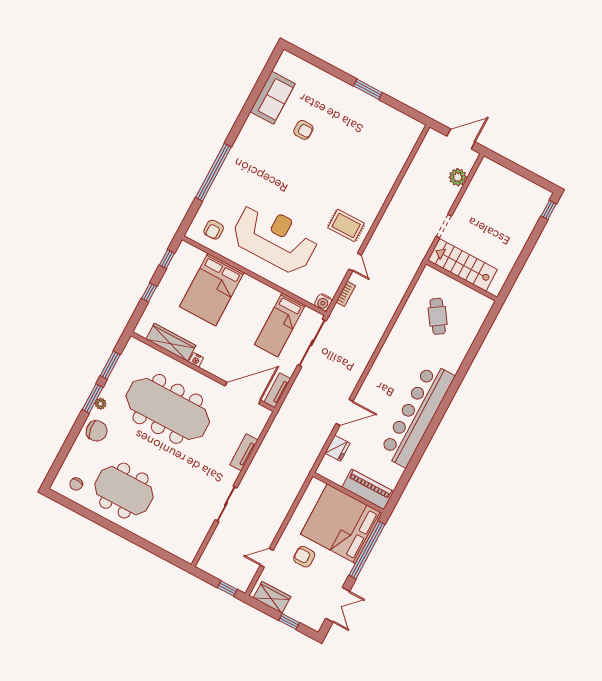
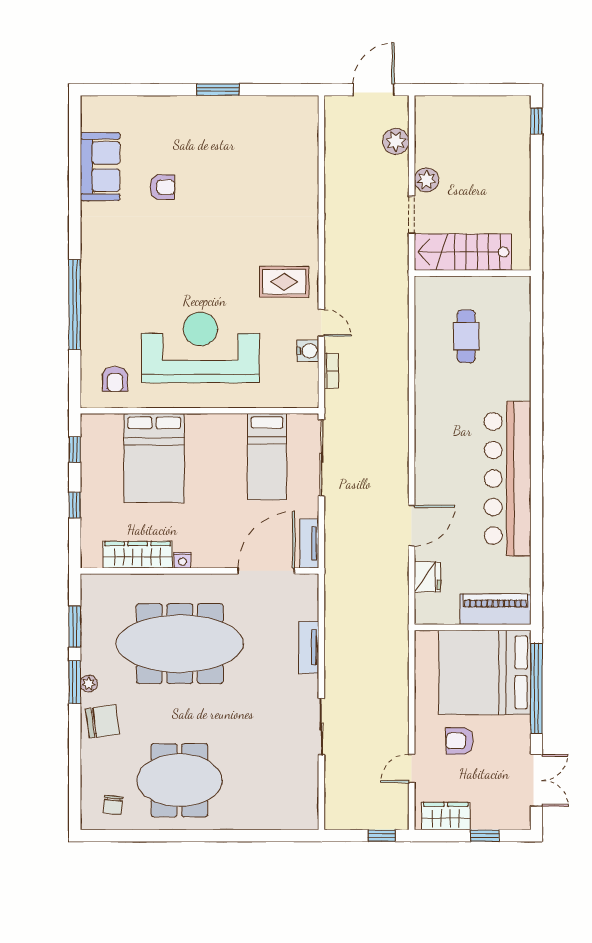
plant: (464, 210) -> (426, 180), added
water cooler: (323, 302) -> (308, 351), moved, turned -90
cafe table: (438, 316) -> (466, 336), turned 34

